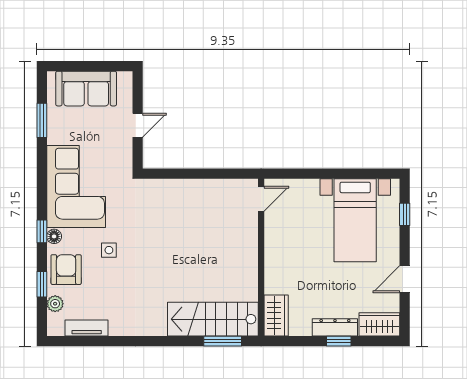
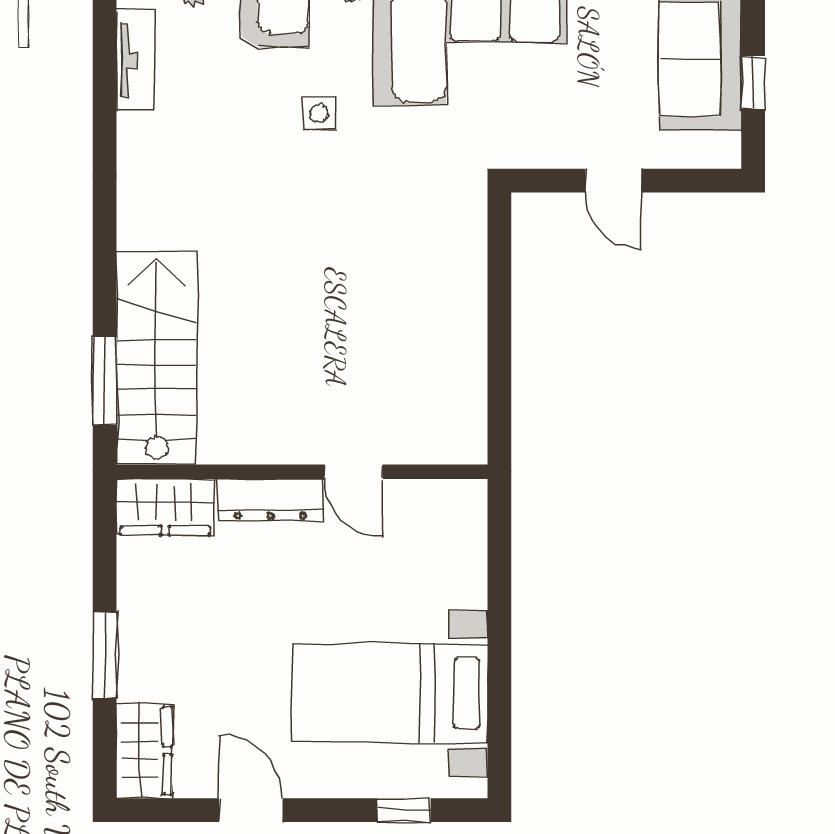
window: (96, 66) -> (753, 82), added
door: (261, 199) -> (353, 472), moved
dresser: (335, 327) -> (270, 500), moved, turned 90
window: (339, 341) -> (105, 655), width x1.50

